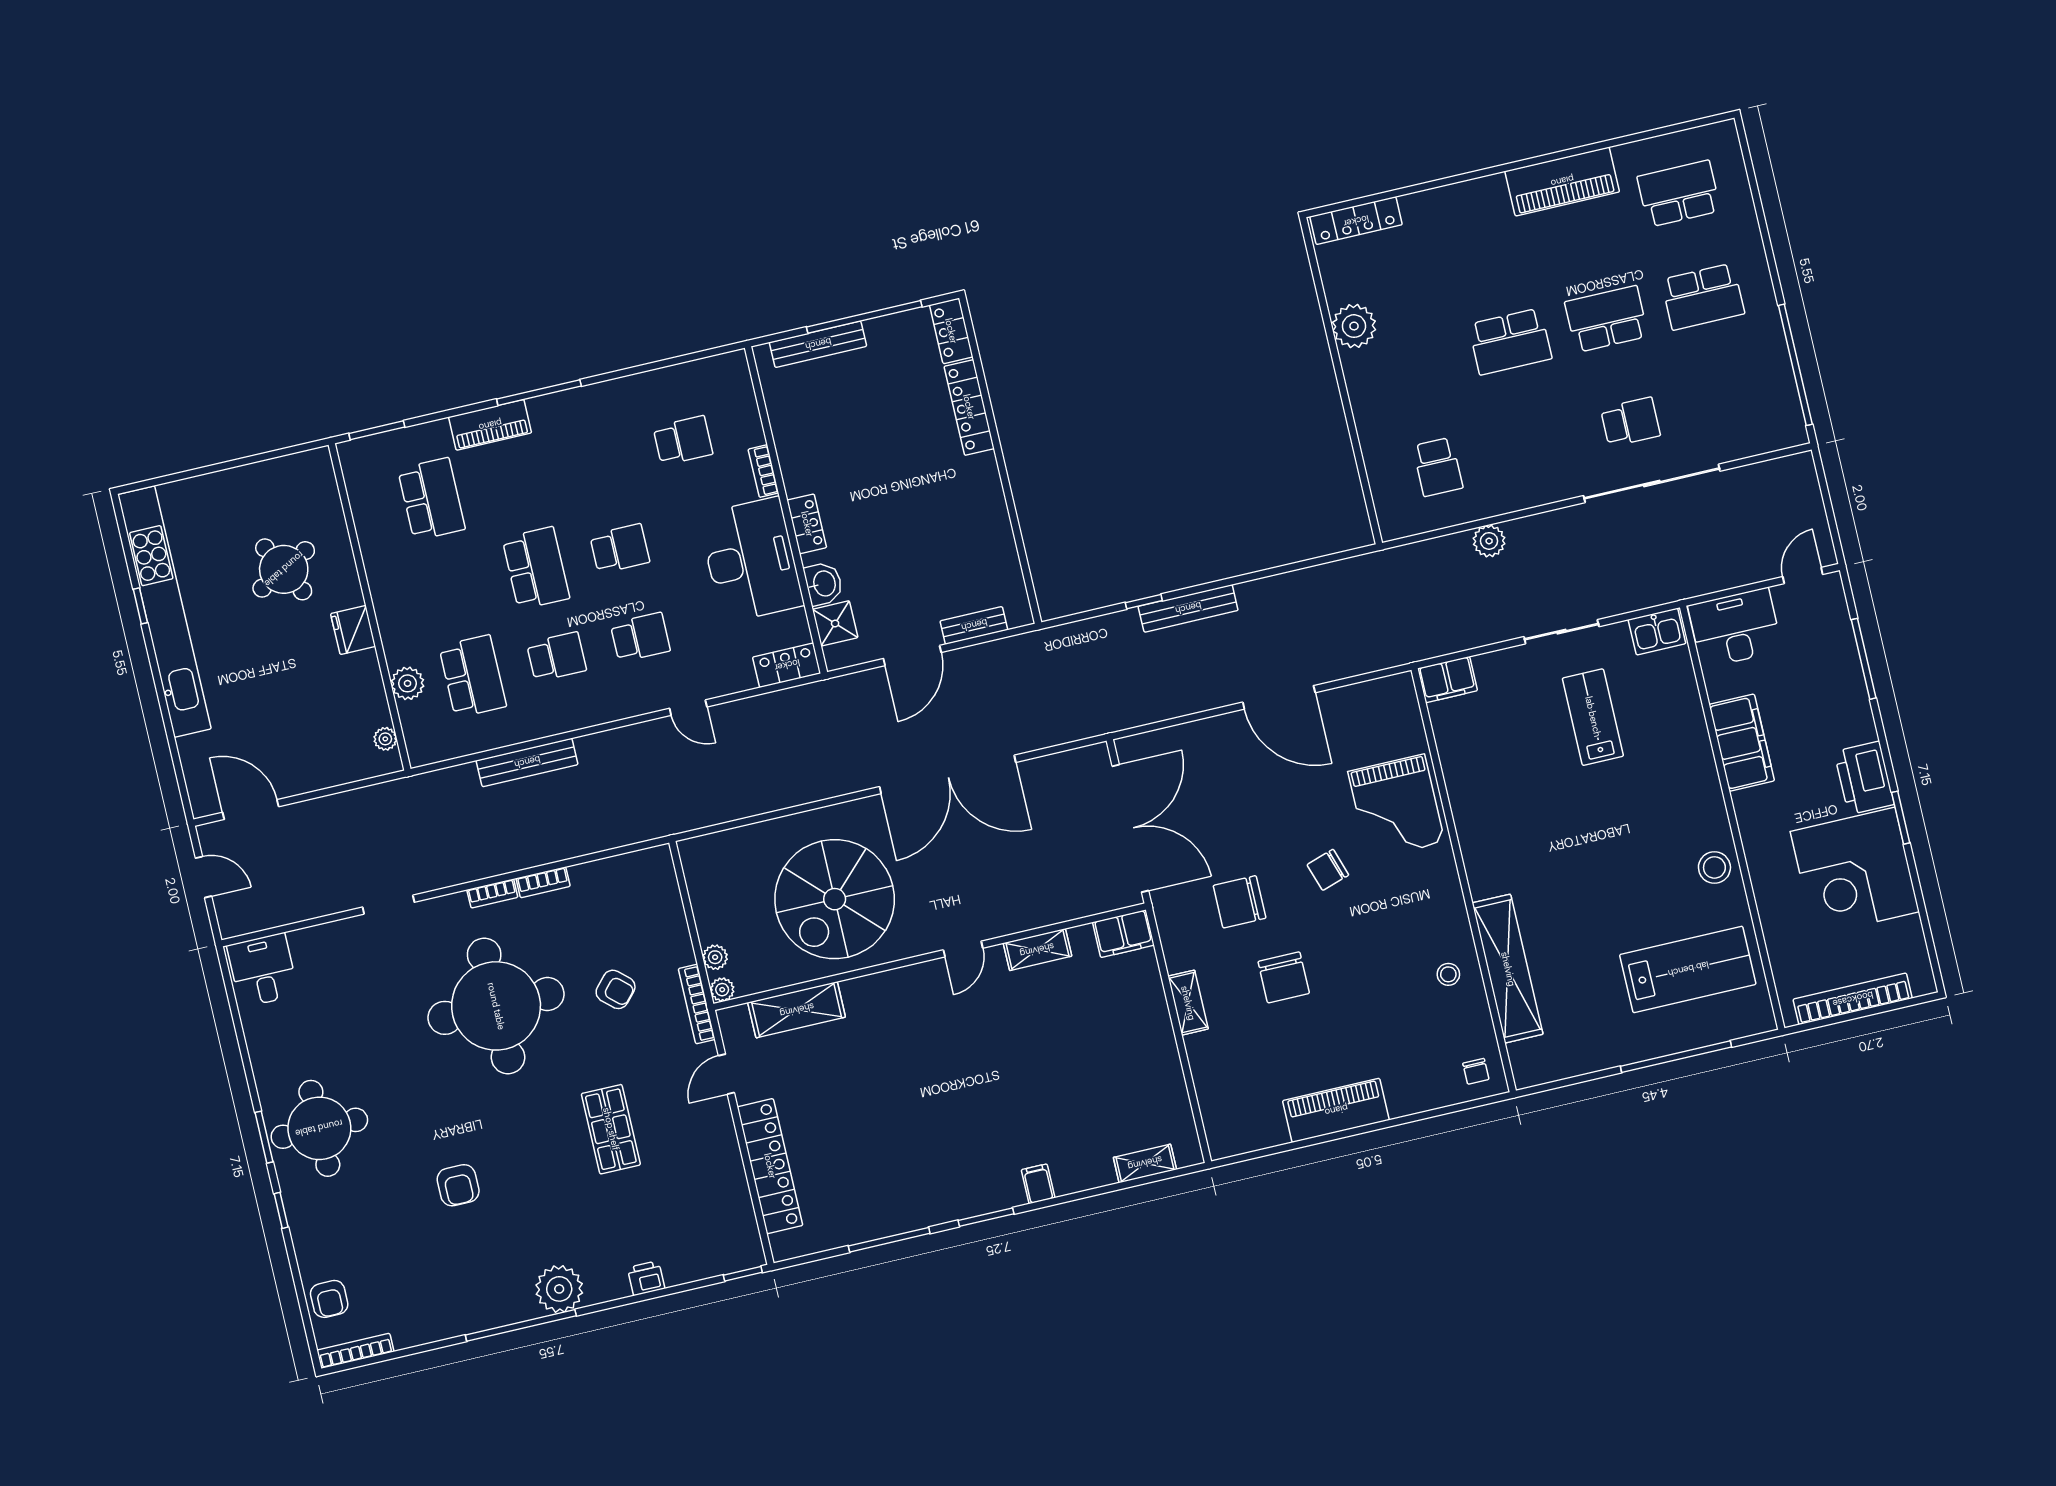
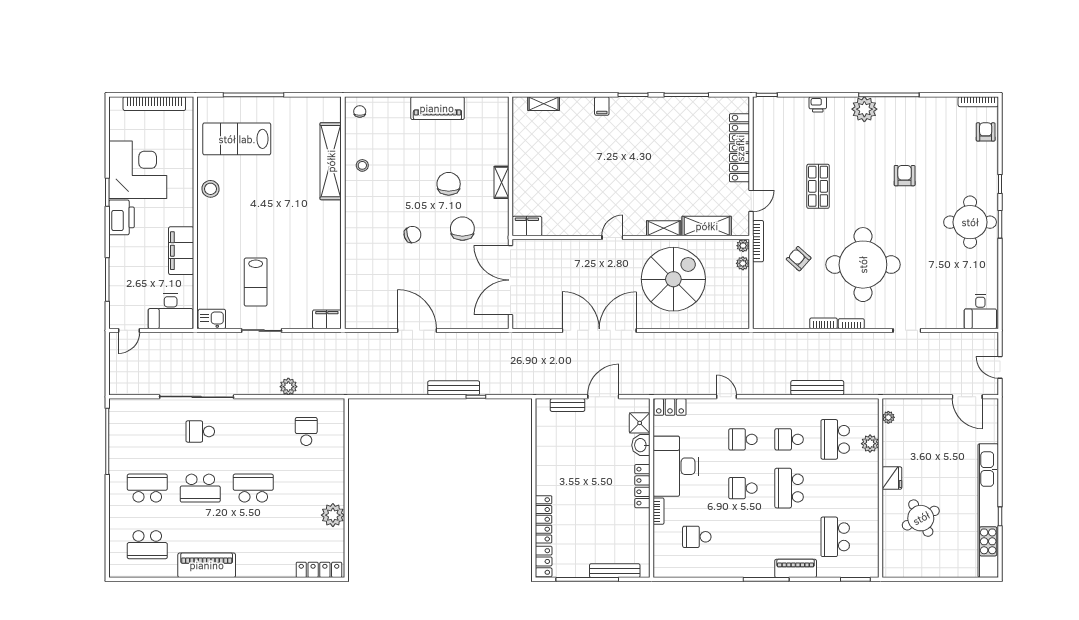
locker: (807, 524) -> (642, 486), width x1.53
grand piano: (1396, 807) -> (369, 259), removed
chair: (1240, 902) -> (462, 229), turned -90
shelving: (1037, 950) -> (664, 228), moved

